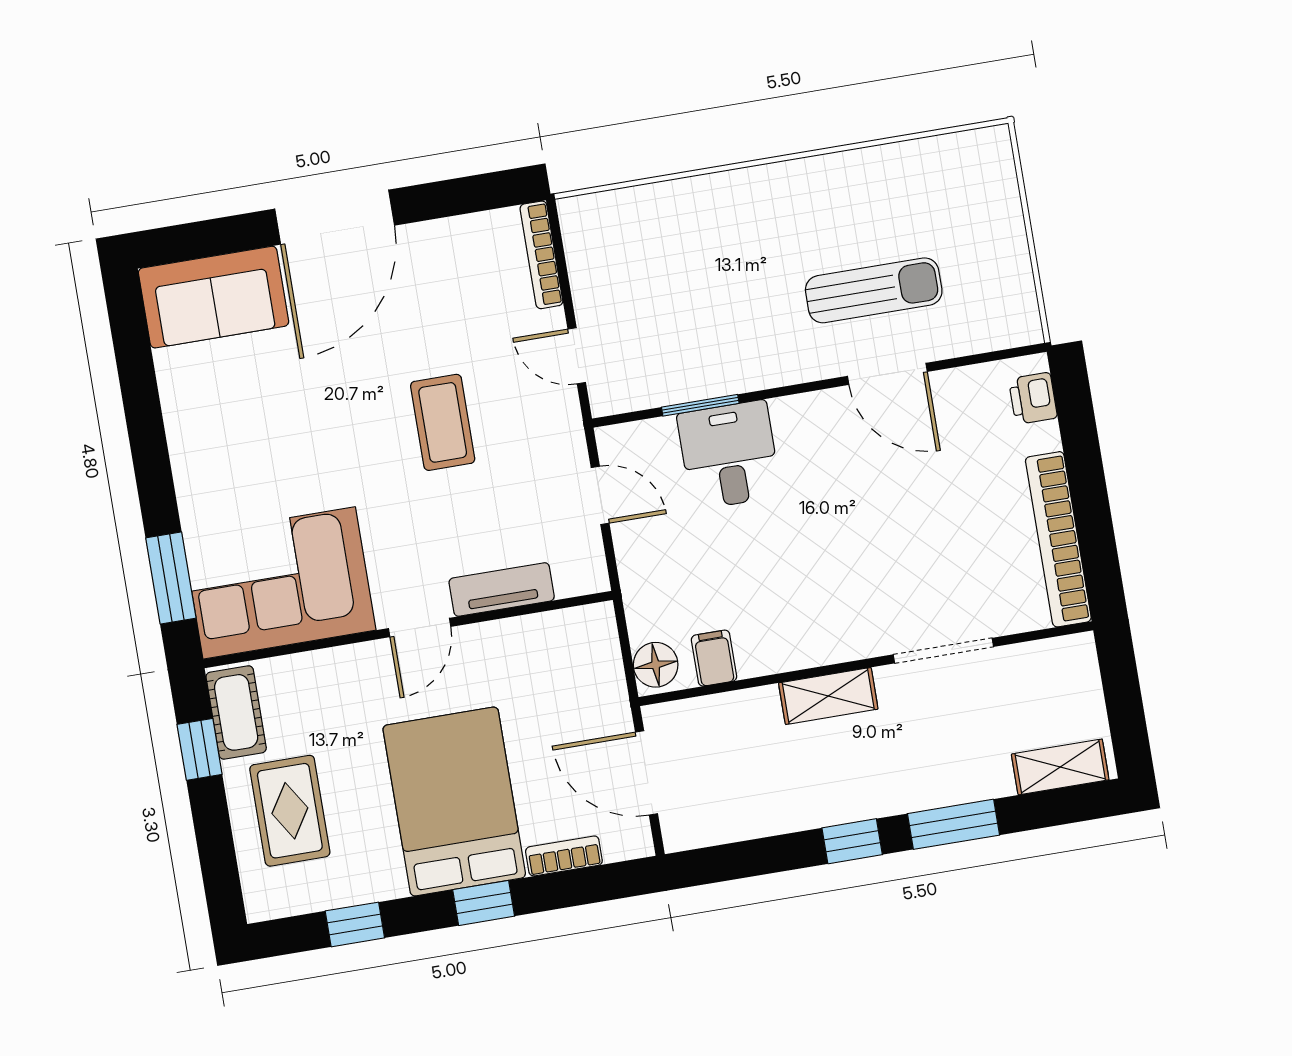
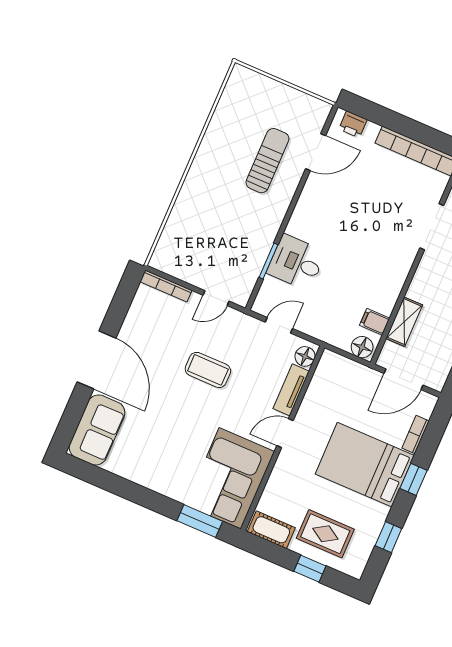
door: (887, 374) -> (316, 152), moved
floor lamp: (575, 576) -> (305, 356), added
door: (420, 628) -> (285, 433), swing flipped
shelving: (828, 696) -> (404, 322), moved
window: (200, 749) -> (310, 569), moved

